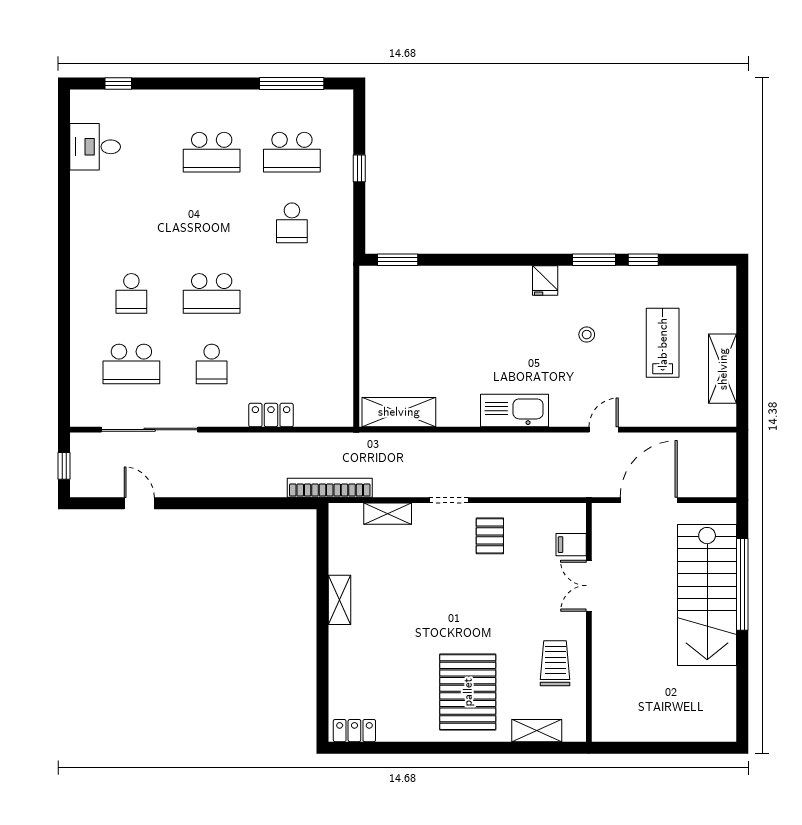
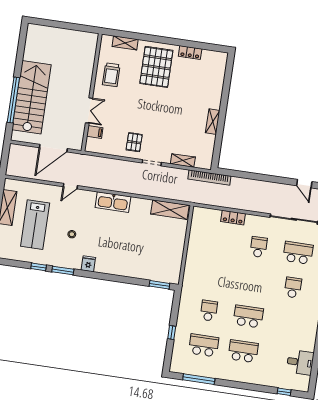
school desk: (212, 293) -> (248, 316), moved
lab bench: (663, 343) -> (35, 225), width x1.36, depth x1.39
locker: (354, 731) -> (190, 53), moved

